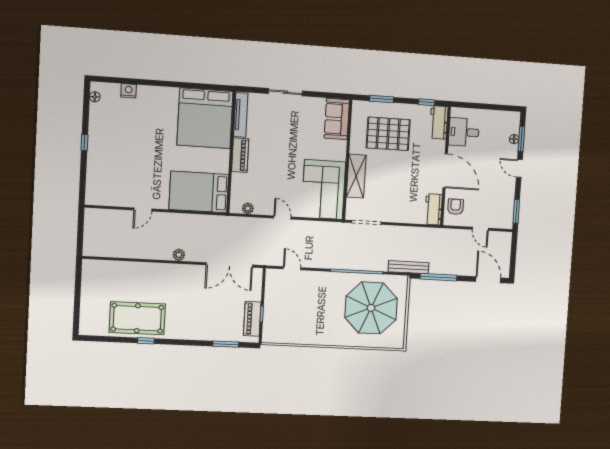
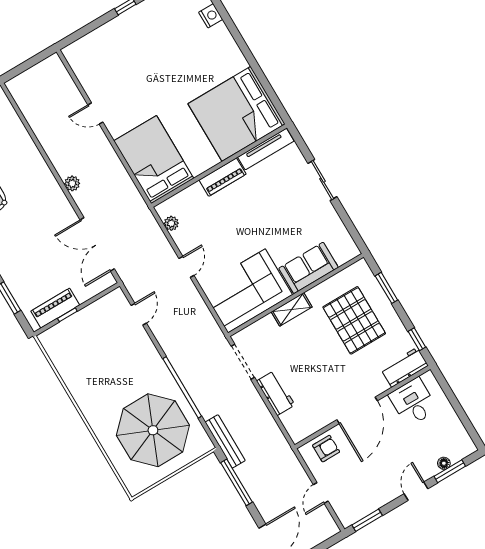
sofa: (337, 119) -> (309, 268), moved
shelving: (356, 176) -> (292, 309), width x0.67, depth x0.75
workbench: (433, 209) -> (276, 393), moved, turned 90

